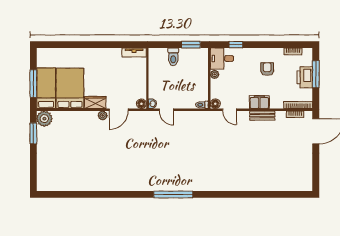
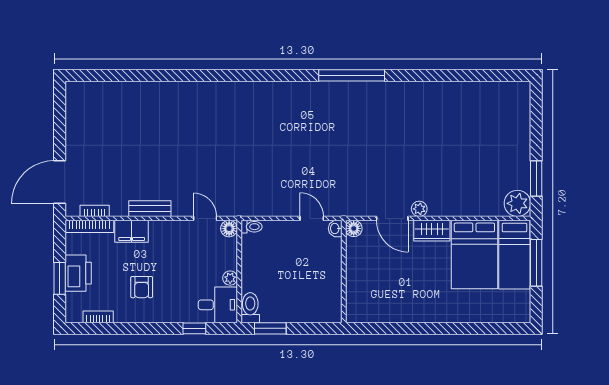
tv unit: (134, 52) -> (366, 315), removed
toilet: (173, 57) -> (250, 308), moved
window: (316, 74) -> (60, 278), width x0.69
filing cabinet: (259, 102) -> (132, 231), moved
door: (119, 110) -> (392, 218), swing flipped
window: (173, 194) -> (352, 75), moved

